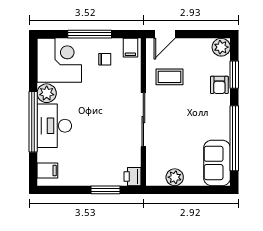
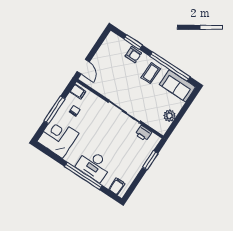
plant: (221, 47) -> (112, 39), removed
coffee table: (169, 77) -> (151, 73), moved
plant: (47, 93) -> (72, 157), removed
printer: (133, 177) -> (143, 133), moved

